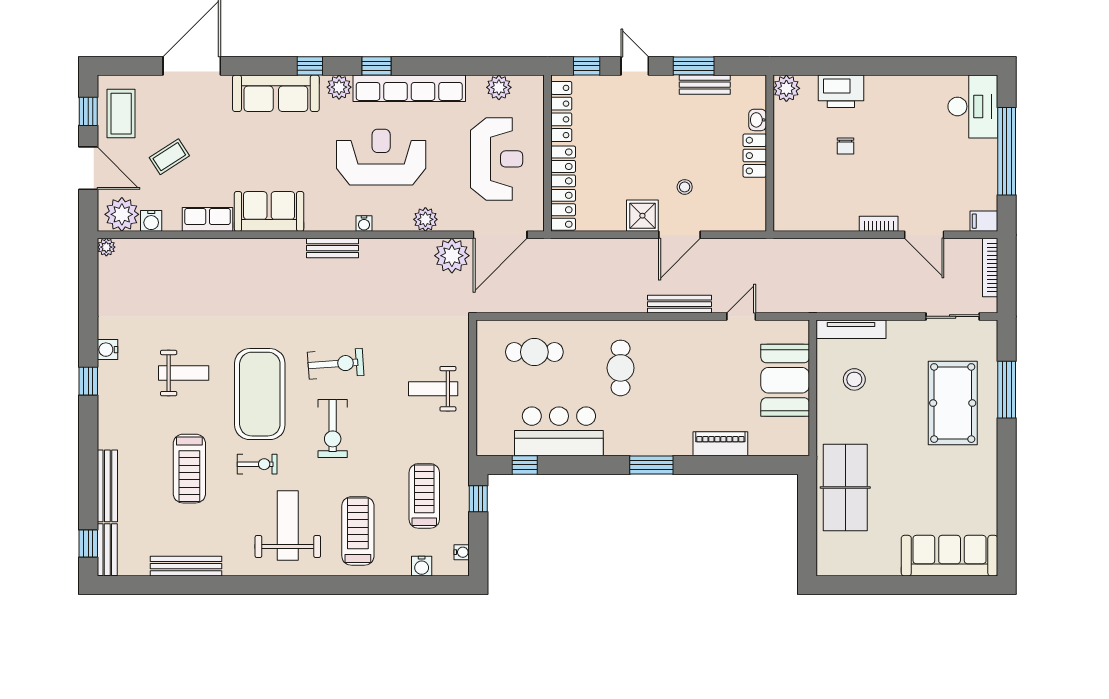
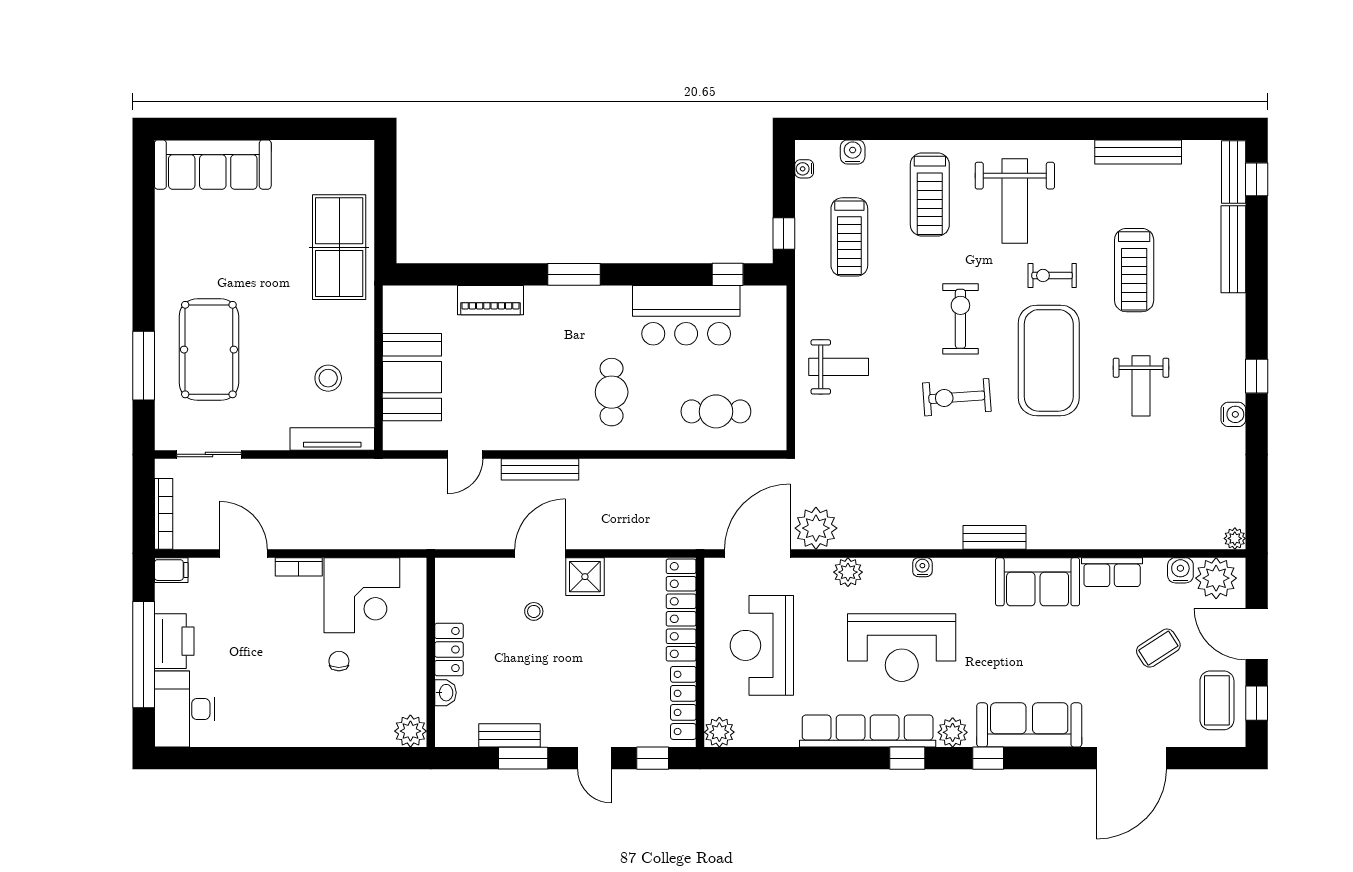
plant: (499, 87) -> (719, 732), moved
printer: (841, 91) -> (174, 641), moved, turned 90
corner desk: (827, 200) -> (362, 595), added
bench: (333, 248) -> (994, 537), moved
weight bench: (184, 373) -> (1141, 386), turned -90
treadmill: (189, 469) -> (1134, 270), turned 180

